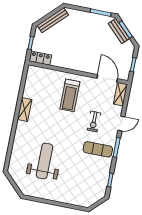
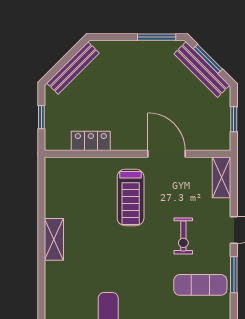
bench: (119, 31) -> (202, 70), width x1.36
locker: (40, 58) -> (91, 141), moved
door: (107, 79) -> (167, 154), moved

